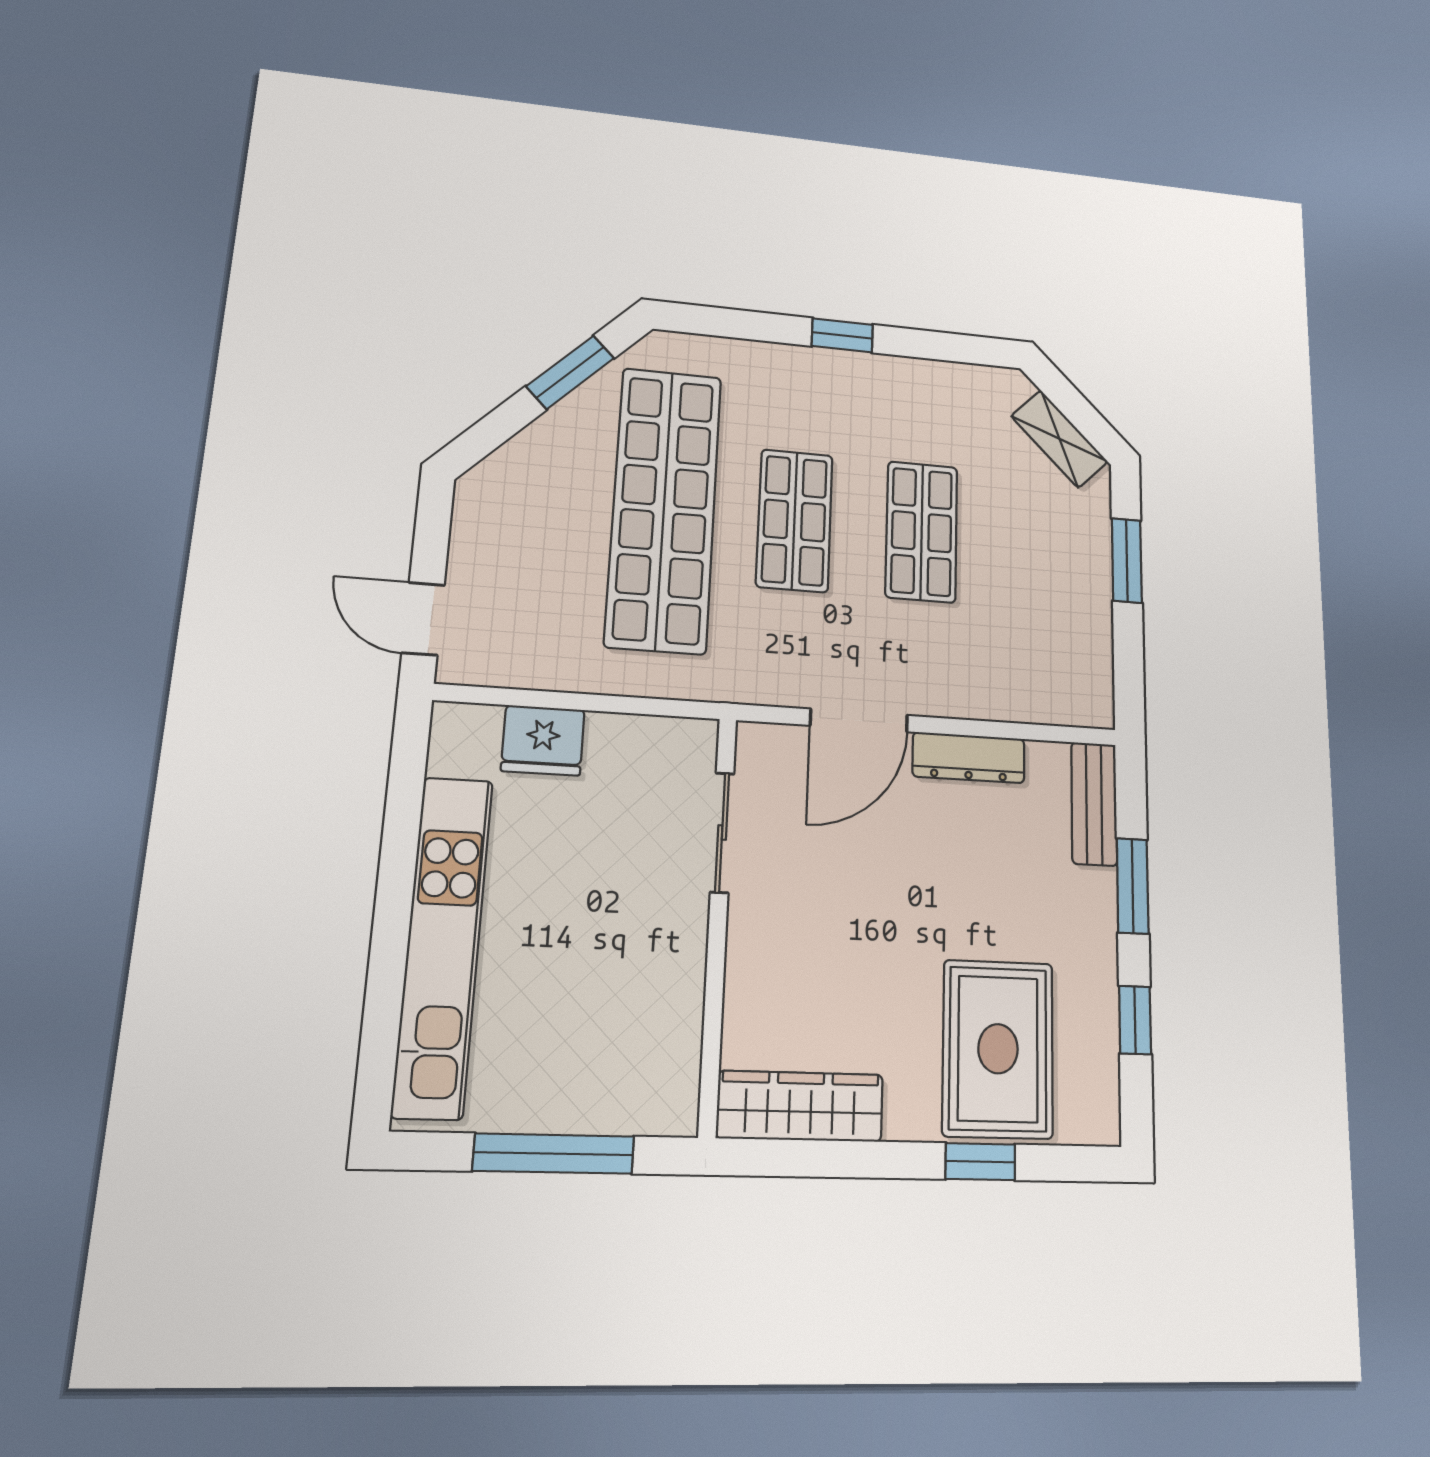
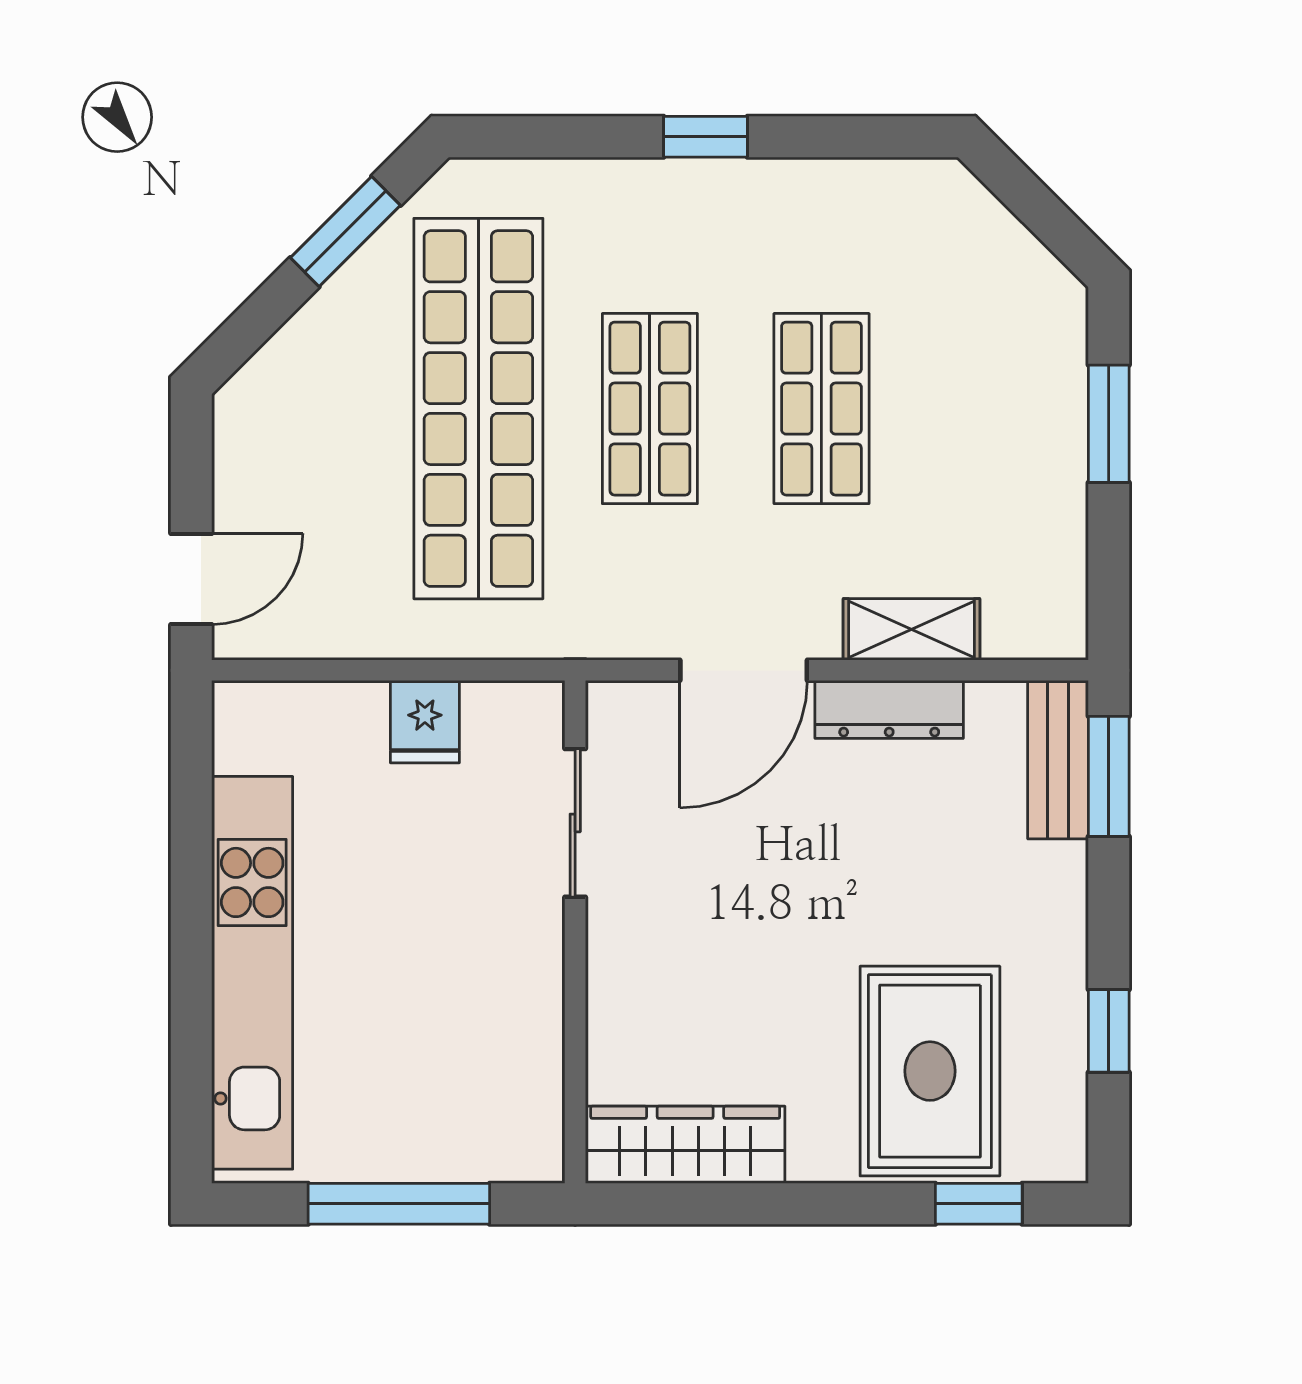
shelving: (1059, 439) -> (911, 629), moved, turned -45
door: (423, 619) -> (191, 579), swing flipped
fridge: (543, 740) -> (425, 722), moved, width x0.72
window: (1133, 886) -> (1109, 776), moved
window: (980, 1162) -> (979, 1204), moved

